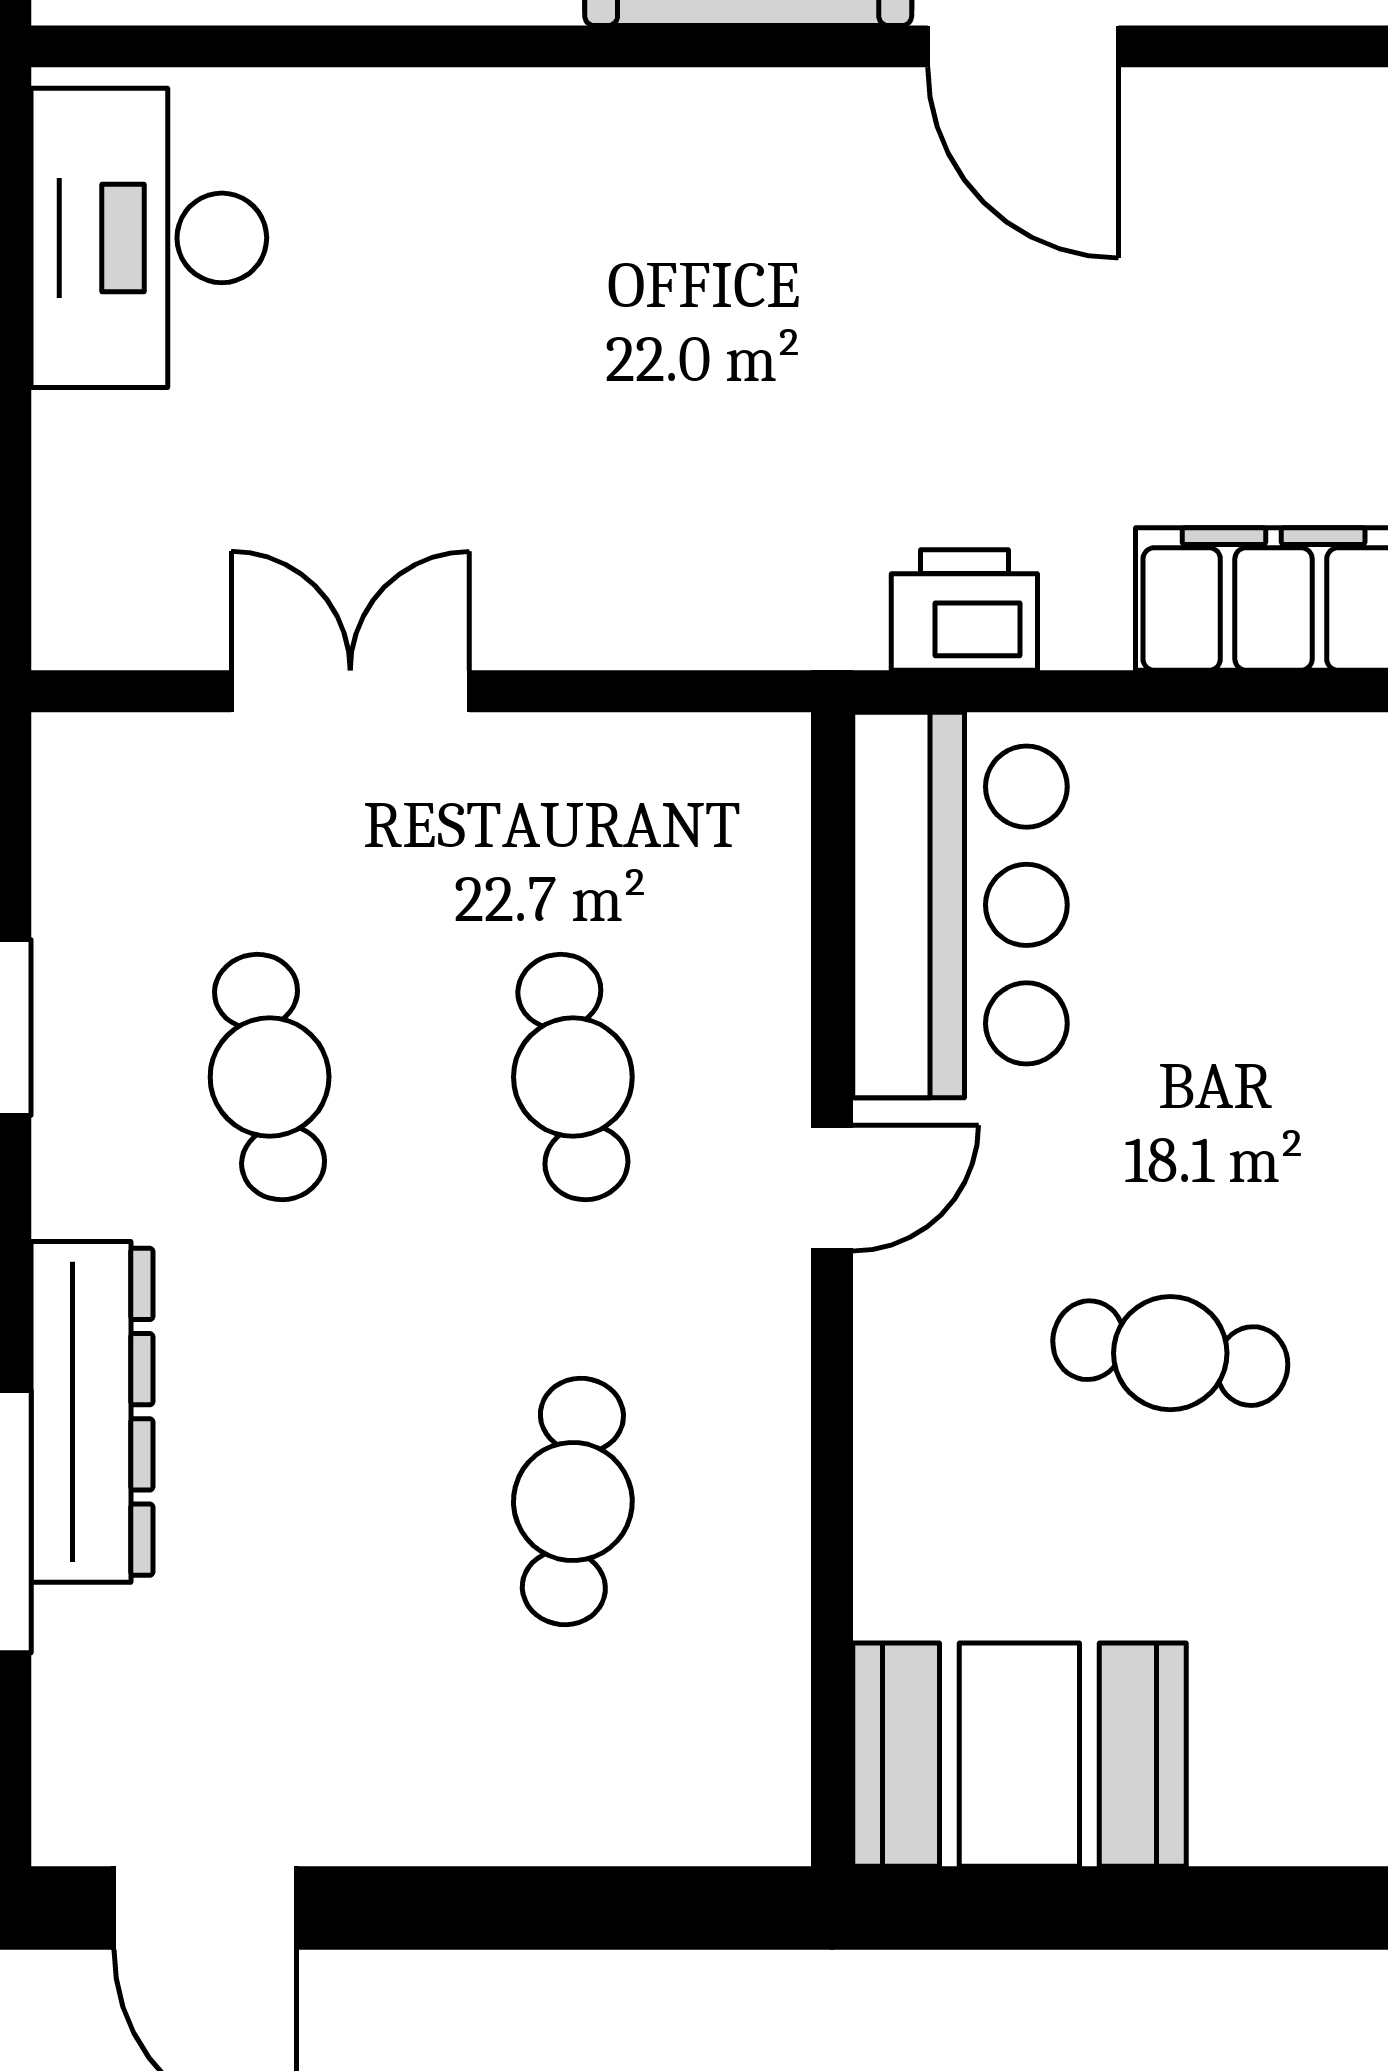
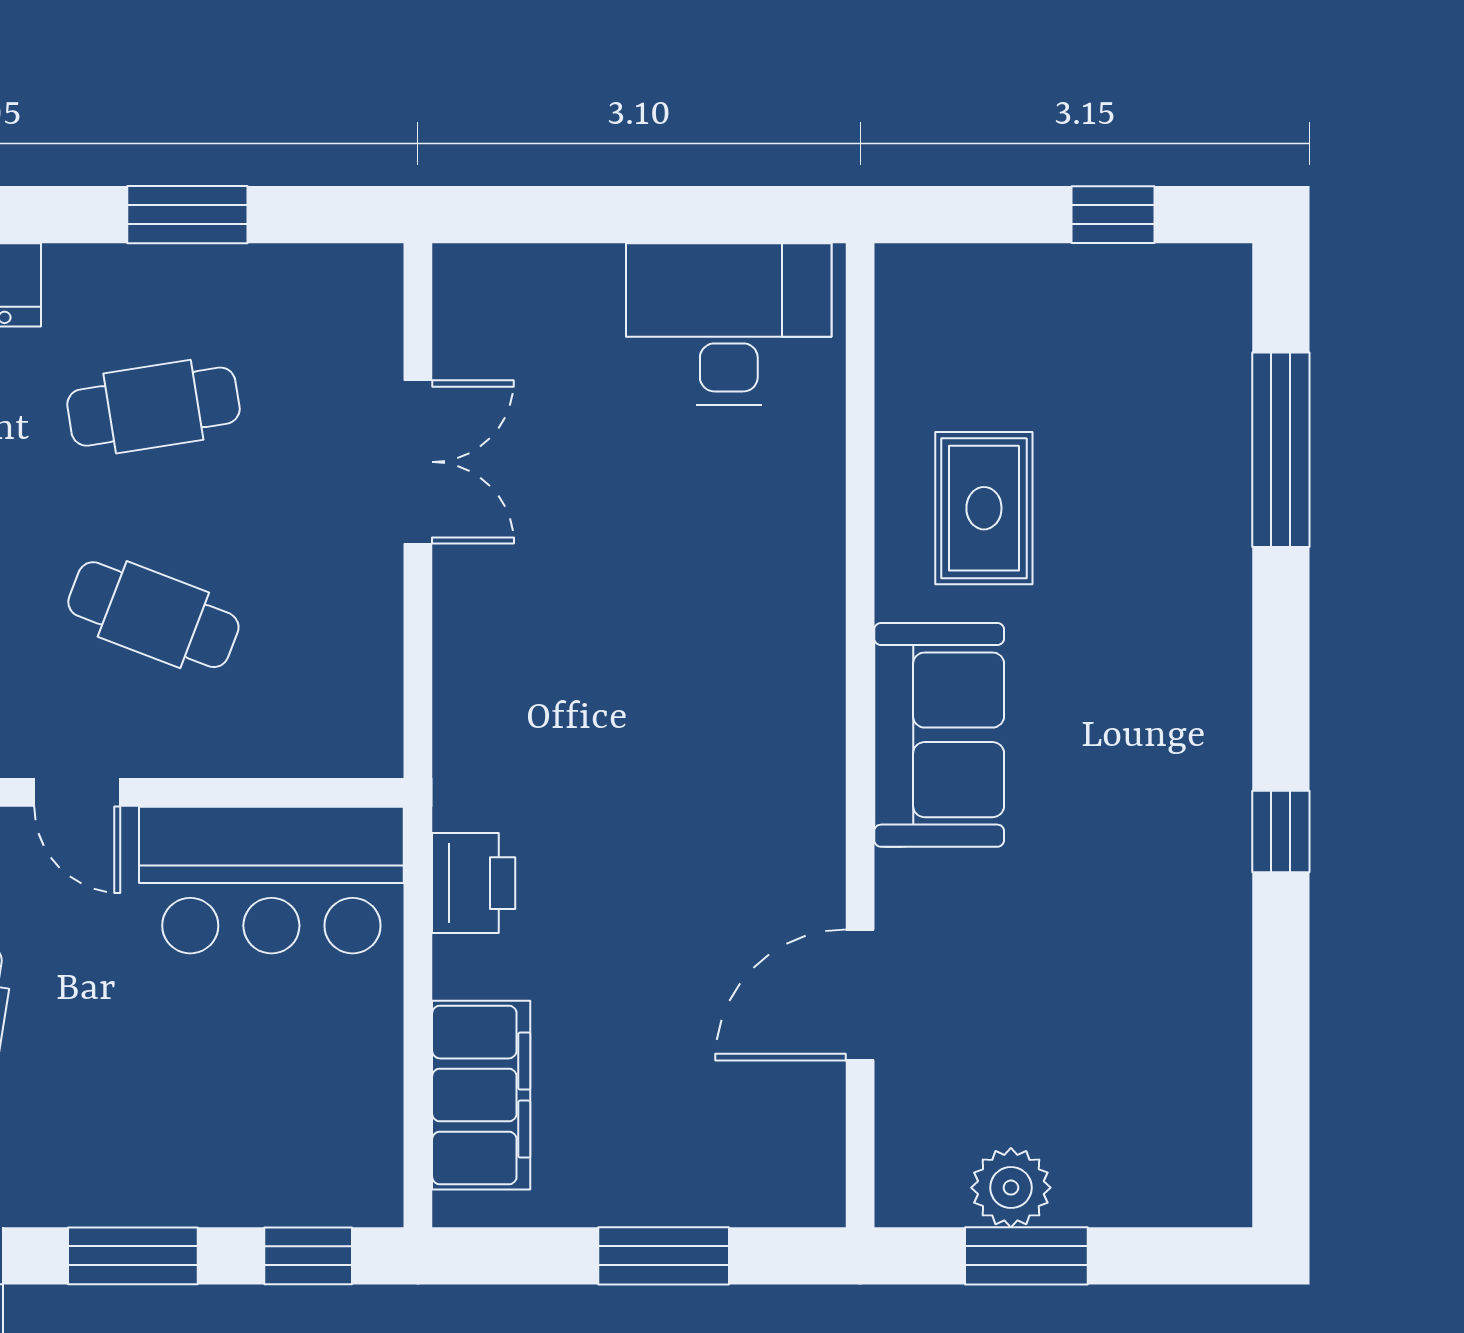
door: (1023, 46) -> (860, 995), moved
cafe table: (573, 1077) -> (153, 615), turned 30

